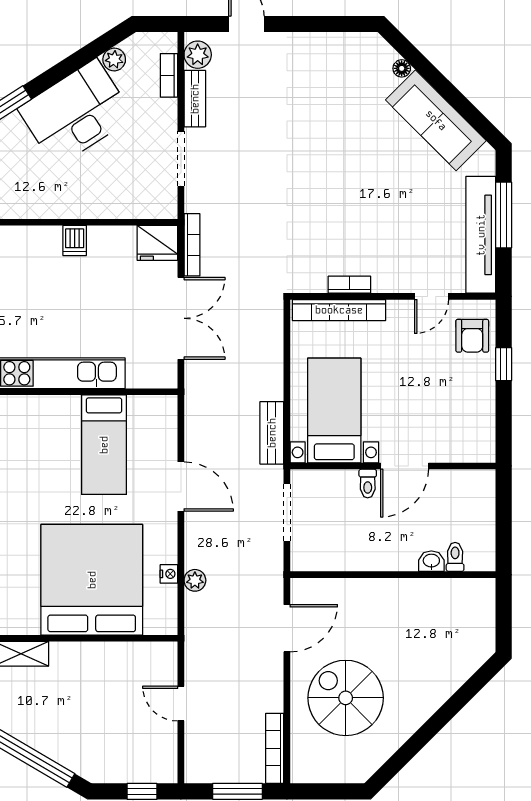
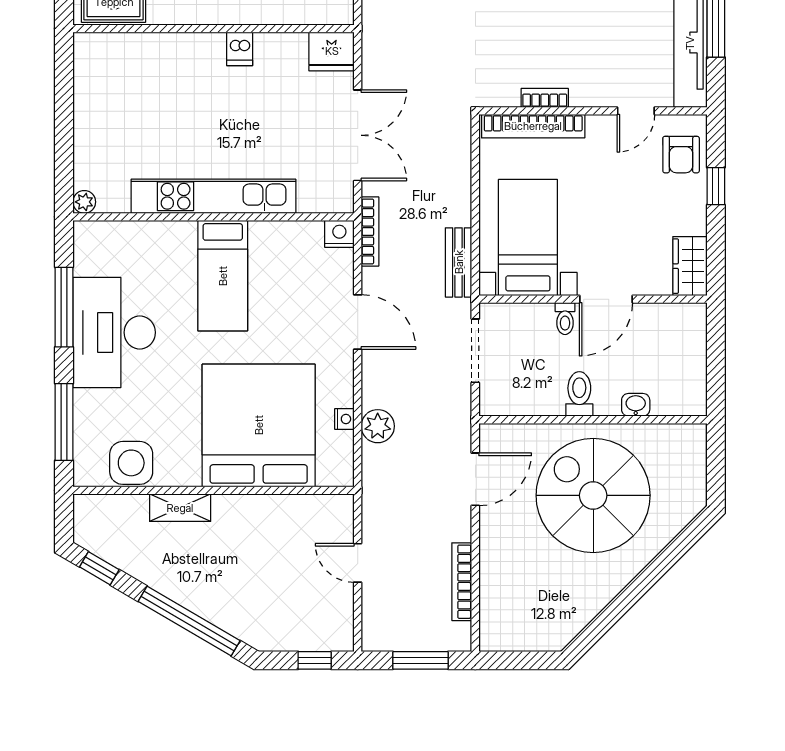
bookcase: (192, 245) -> (370, 232), moved
nightstand: (164, 407) -> (339, 234), added
wardrobe: (480, 436) -> (690, 266), added
bed: (104, 445) -> (223, 276), moved
toilet: (455, 557) -> (579, 394), moved, width x1.37, depth x1.39
plant: (195, 580) -> (378, 426), width x1.38, depth x1.38
spiral stairs: (346, 698) -> (593, 495), moved, width x1.37, depth x1.37
bookcase: (275, 748) -> (462, 582), moved

